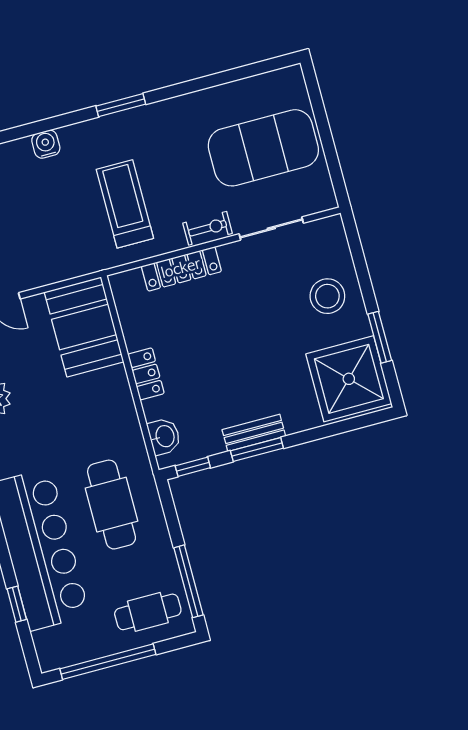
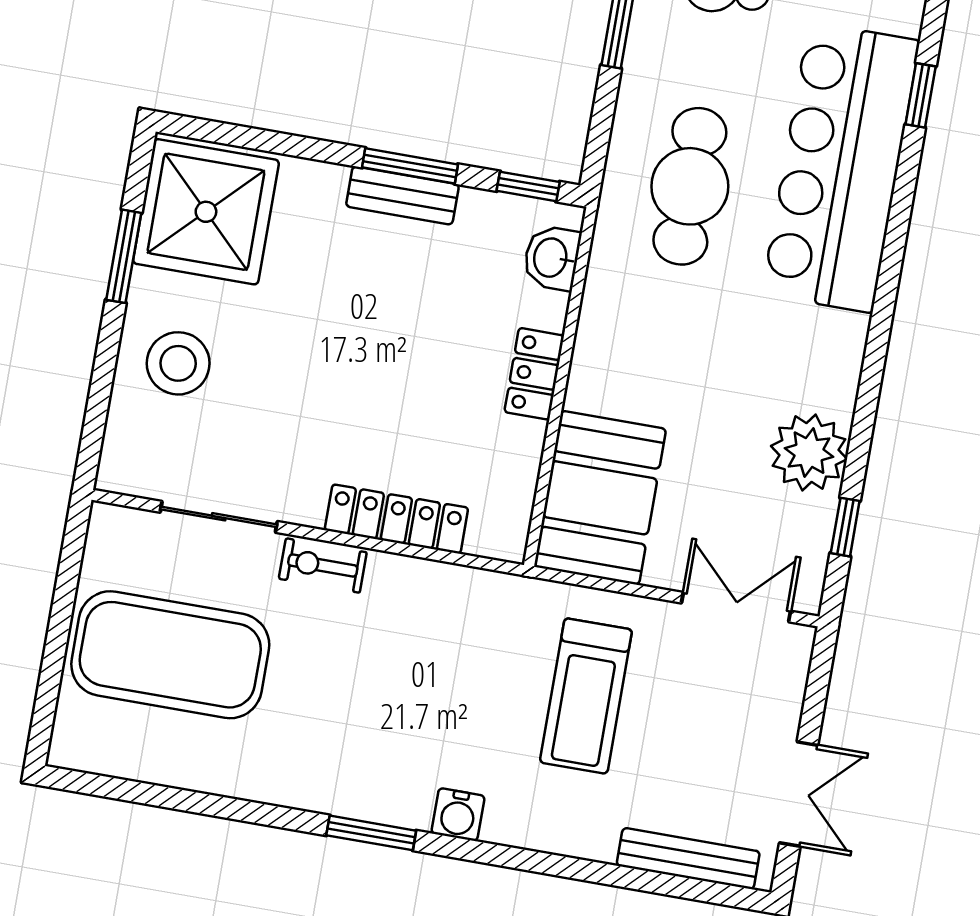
water cooler: (46, 144) -> (458, 815), moved
treadmill: (125, 204) -> (586, 696), moved

